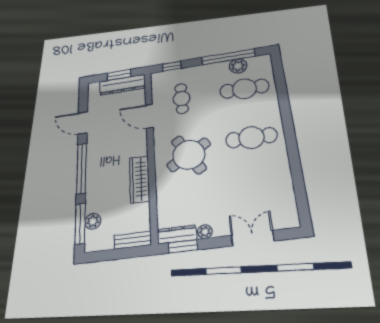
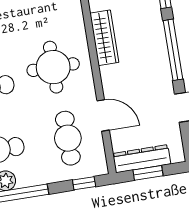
cafe table: (182, 99) -> (68, 138), width x1.37, depth x1.35
round table: (189, 155) -> (53, 67), turned 31

